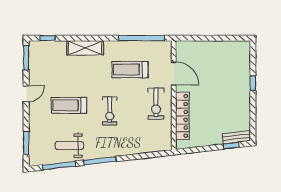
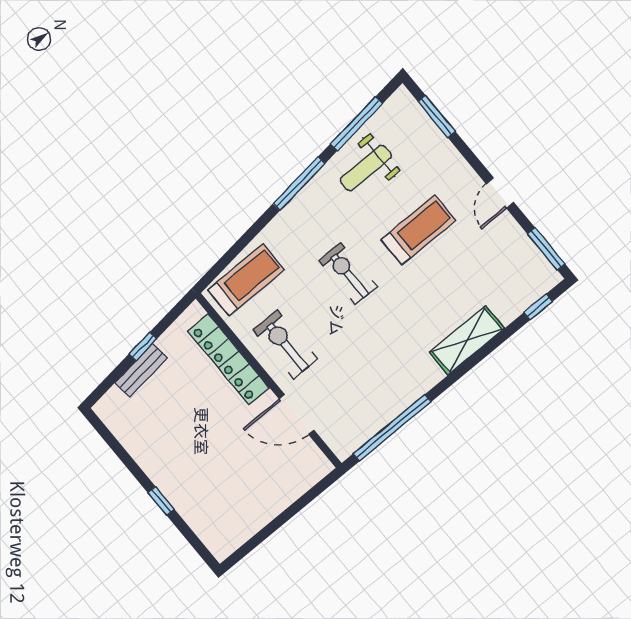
treadmill: (130, 70) -> (246, 280), moved
bench: (236, 137) -> (141, 370), moved
weight bench: (69, 146) -> (366, 168), turned 180
window: (231, 146) -> (143, 346), moved

